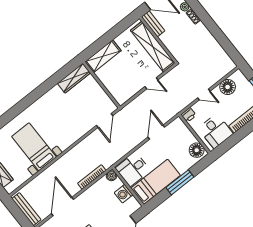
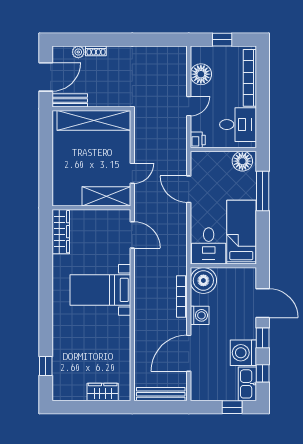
shelving: (103, 56) -> (106, 196), moved, turned 90
door: (151, 83) -> (132, 173), moved
bed with nightstands: (34, 147) -> (100, 290), moved
boiler: (111, 176) -> (203, 280), width x1.86, depth x1.86
window: (180, 182) -> (263, 191), moved
washing machine: (124, 194) -> (200, 315), moved, turned -90
door: (62, 207) -> (189, 353), hinge flipped

